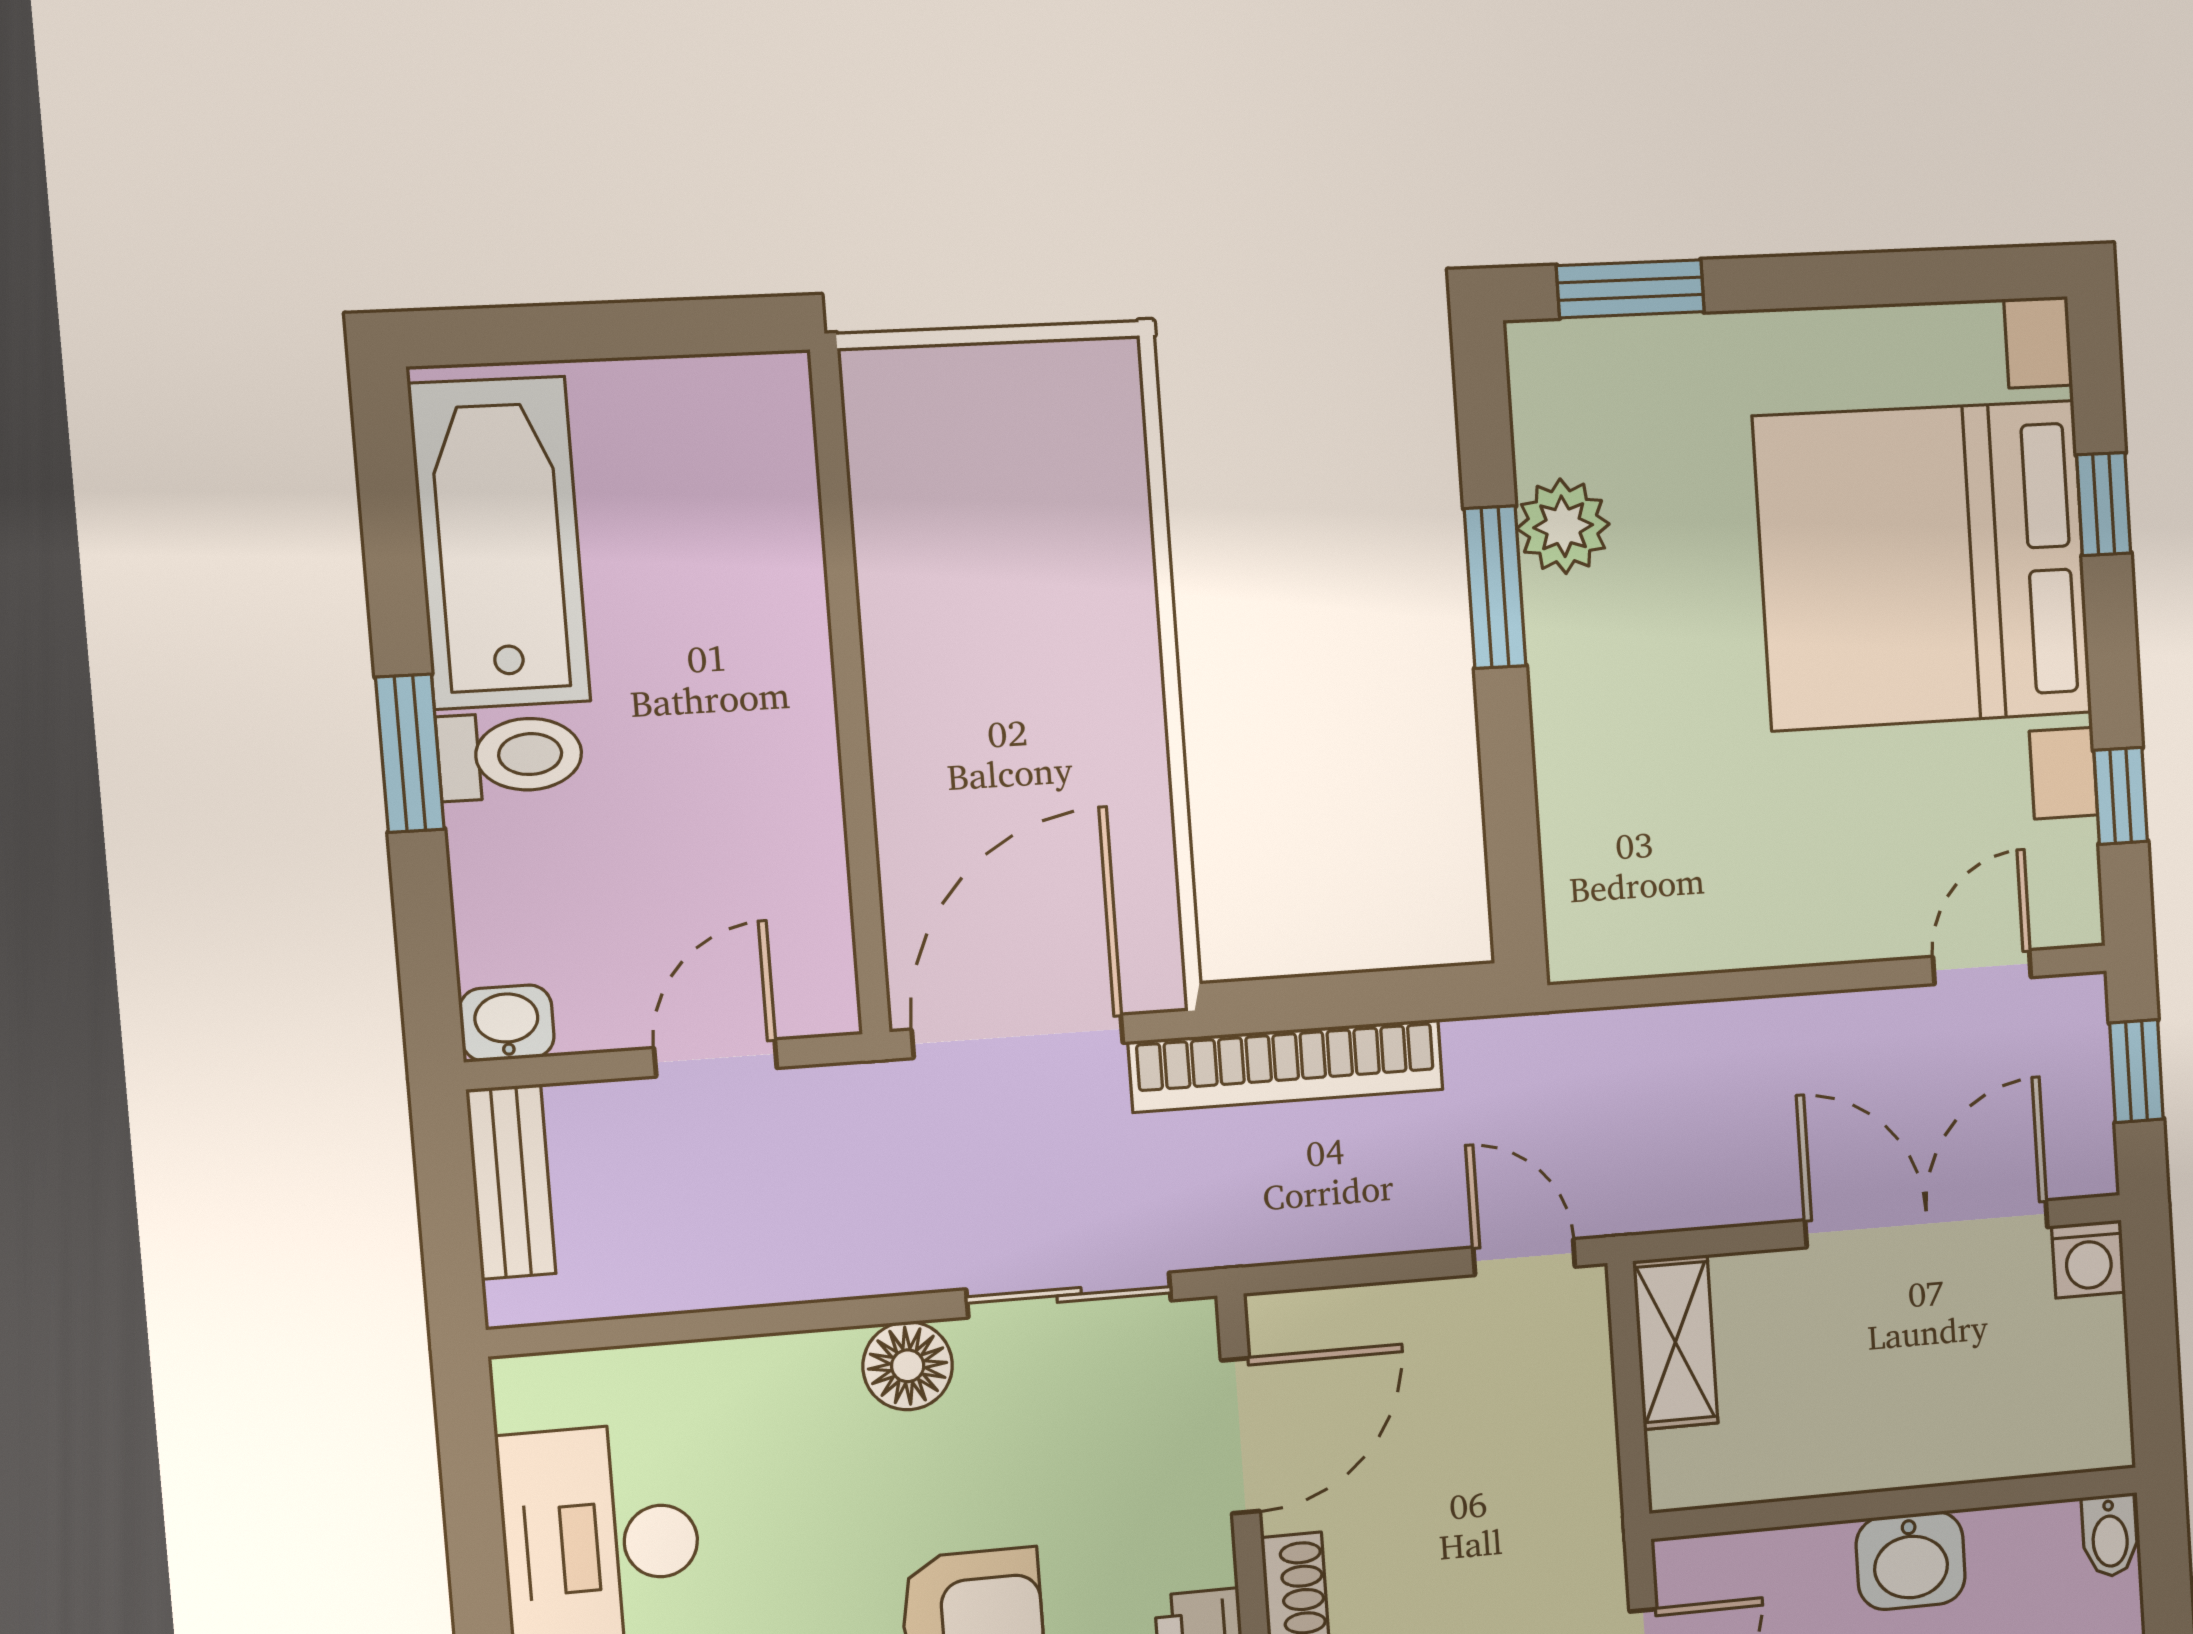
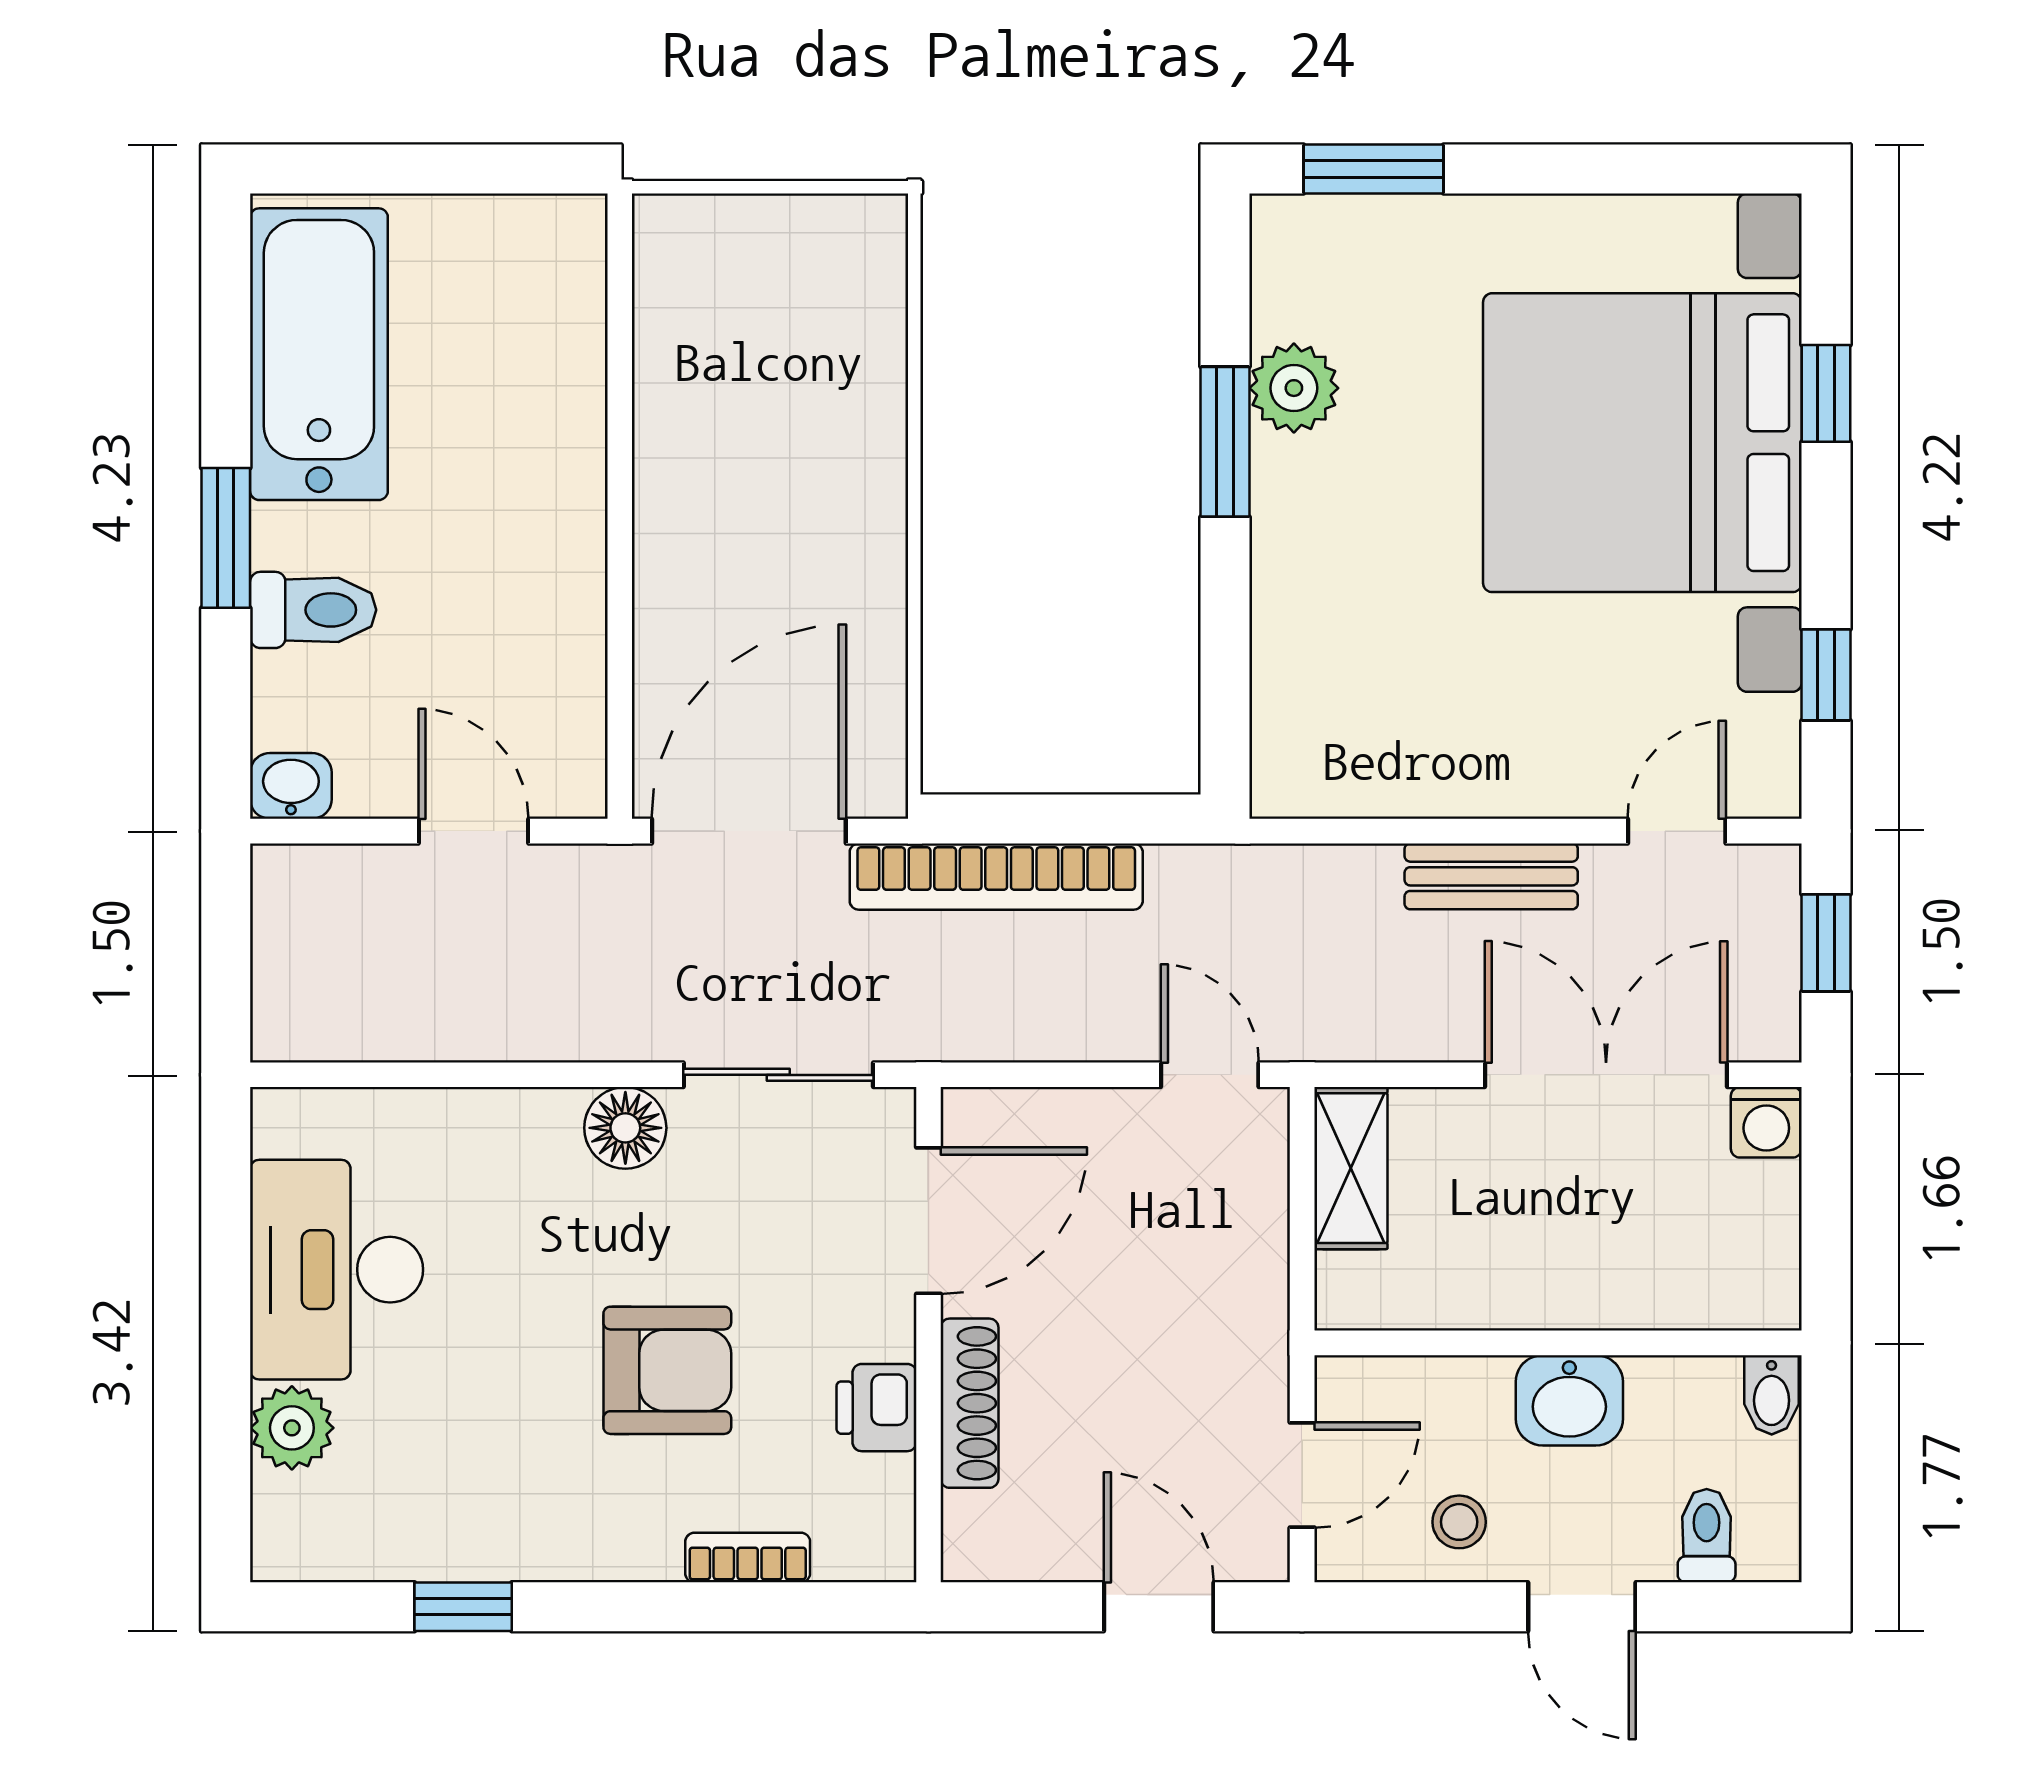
toilet: (510, 755) -> (313, 610), moved
door: (716, 1058) -> (473, 831), hinge flipped
bench: (511, 1182) -> (1491, 876), moved, turned 90

